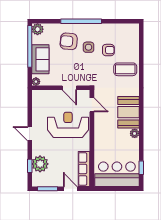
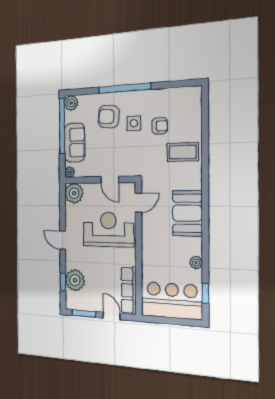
plant: (40, 98) -> (74, 193), added
door: (92, 105) -> (138, 203), hinge flipped
plant: (135, 133) -> (196, 263), moved

